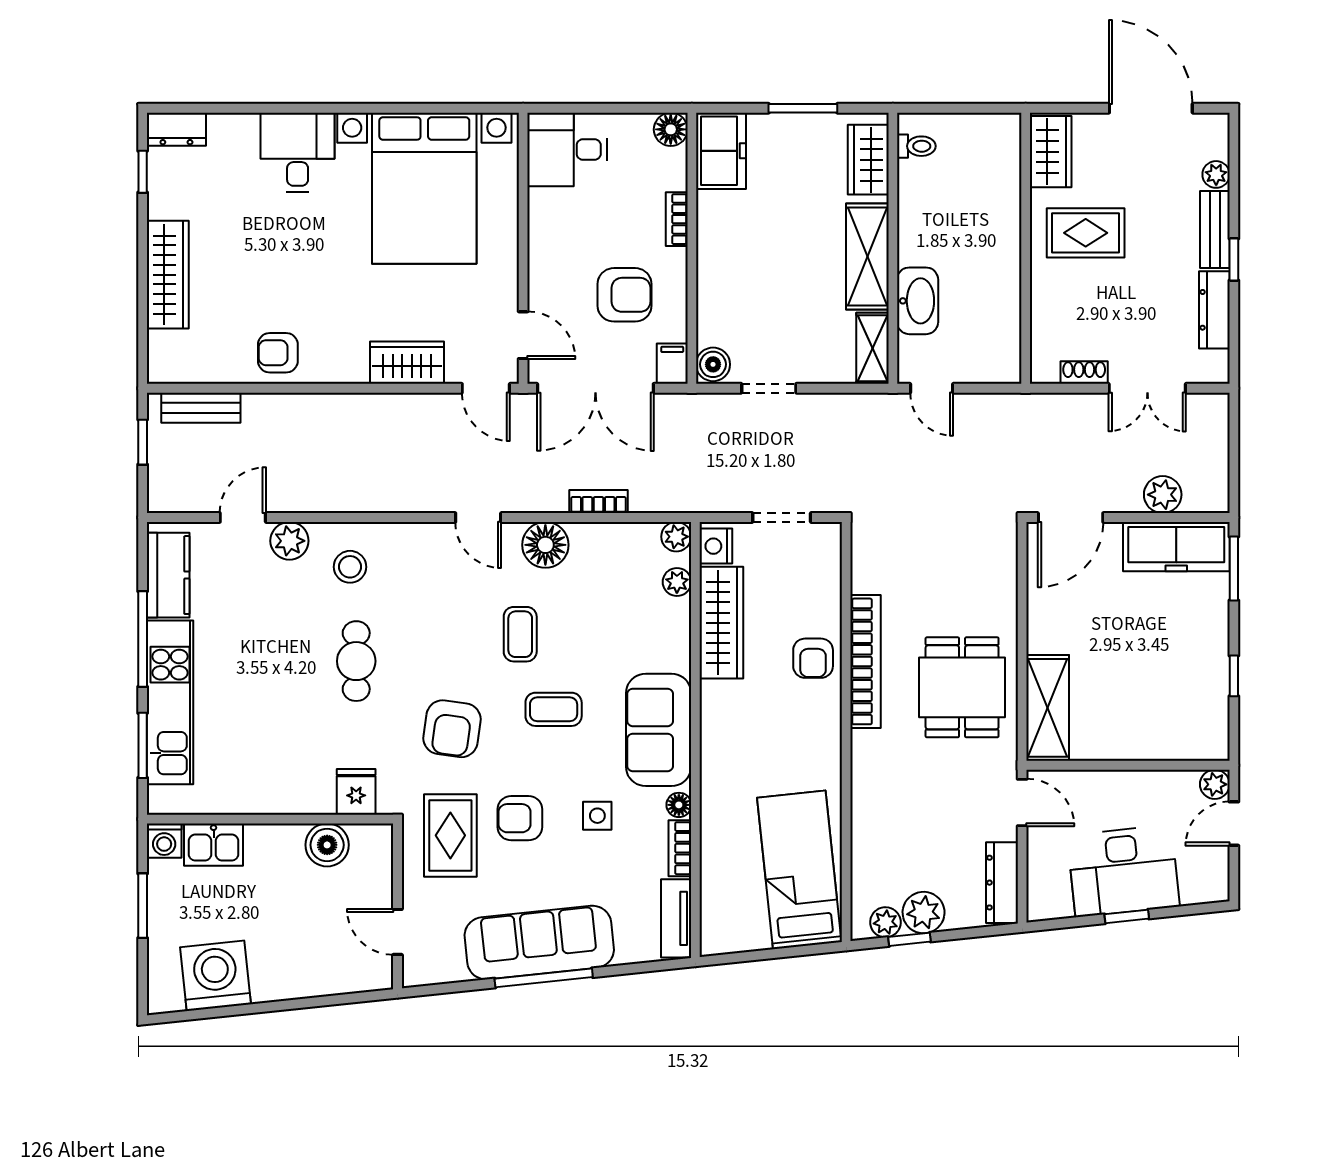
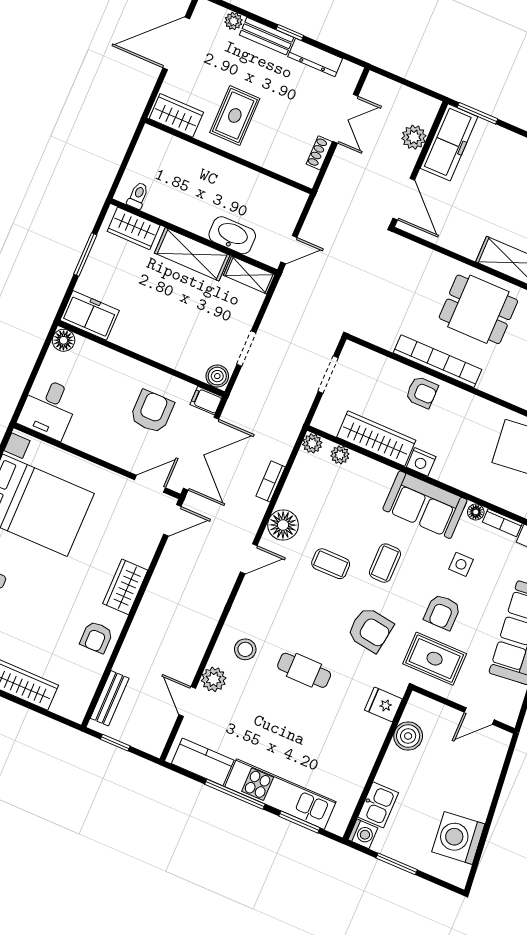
bookcase: (677, 219) -> (120, 360), removed
wardrobe: (407, 363) -> (125, 587), moved
nightstand: (716, 546) -> (421, 462), moved

